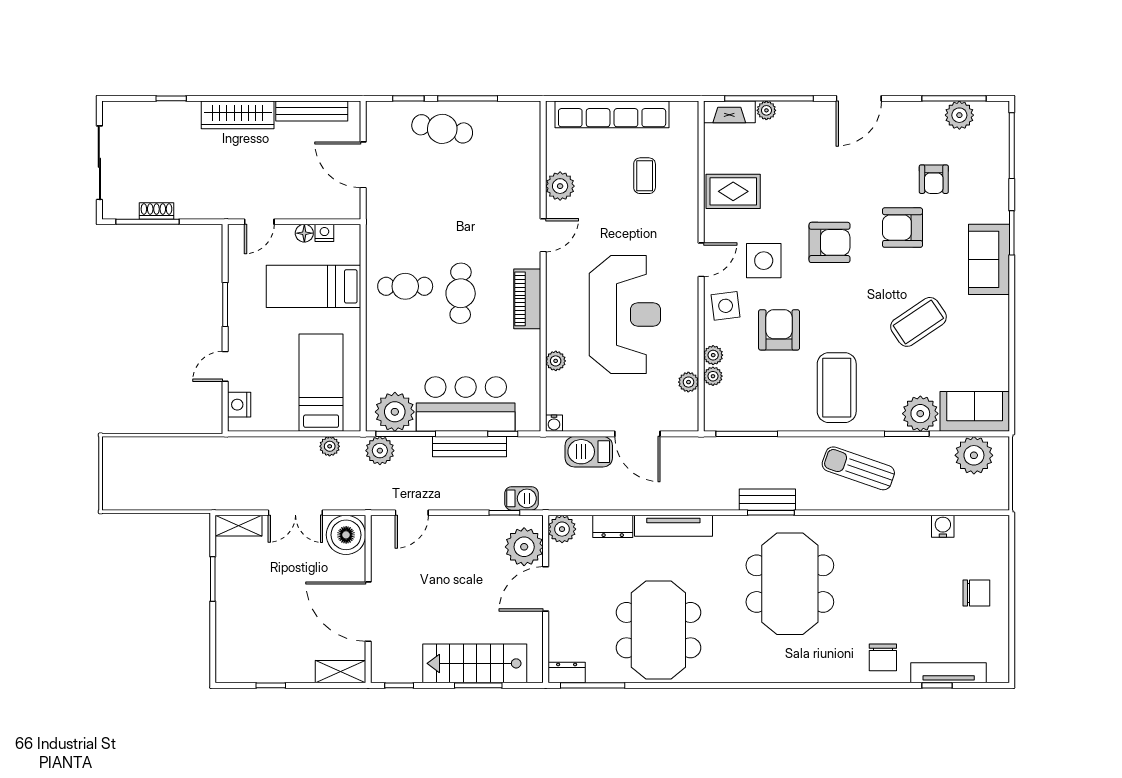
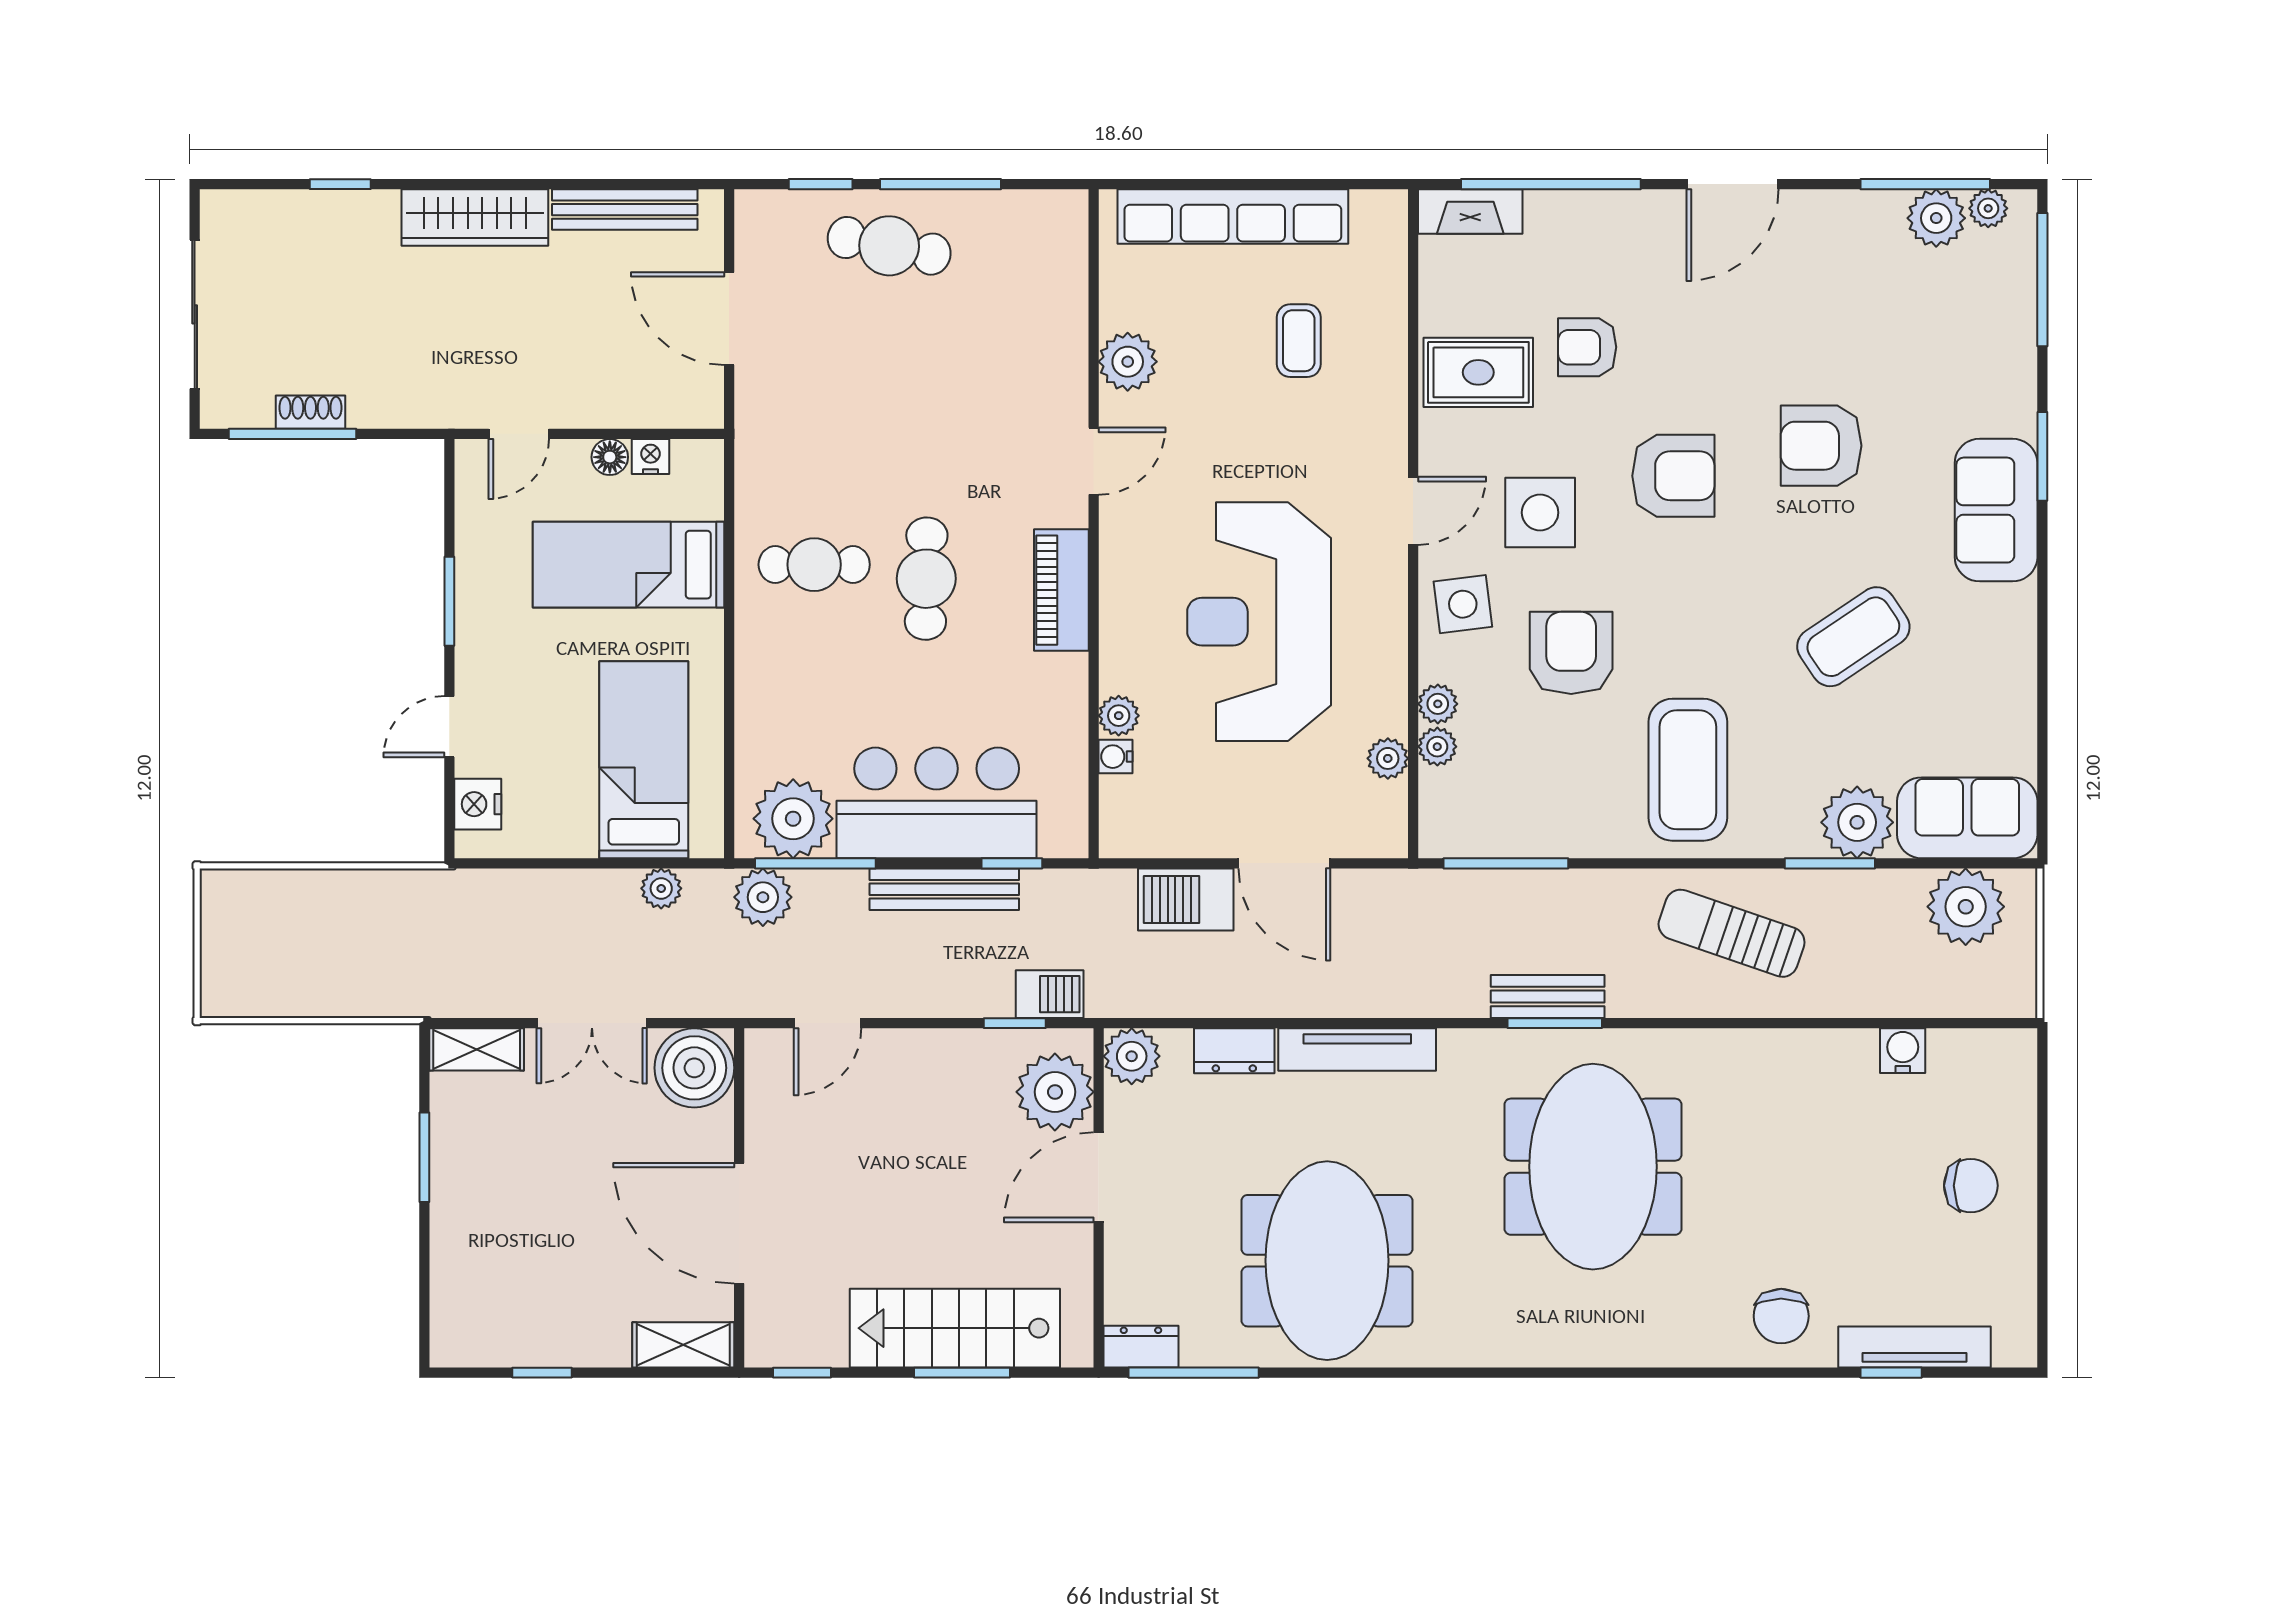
plant: (766, 110) -> (1988, 208), moved
armchair: (934, 179) -> (1587, 347), moved, turned 90
reception desk: (625, 314) -> (1259, 622), turned 180
water cooler: (554, 423) -> (1115, 757), moved, turned 90

